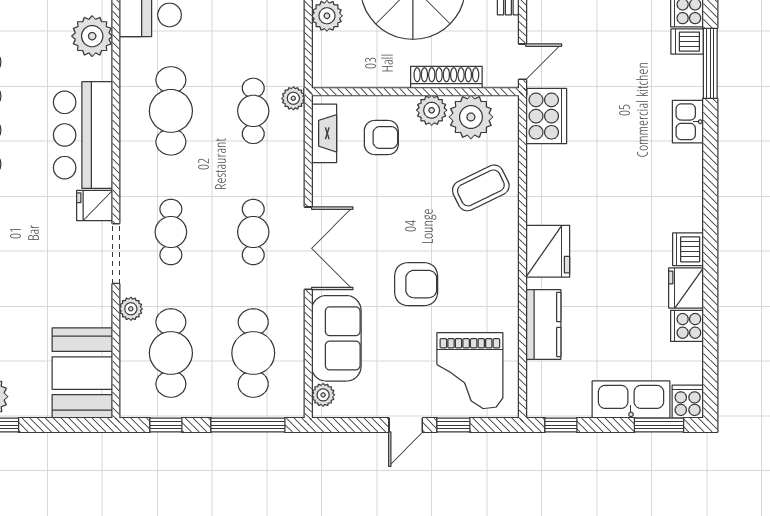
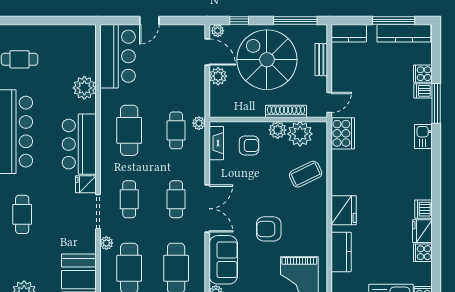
armchair: (416, 284) -> (269, 229), turned 180

